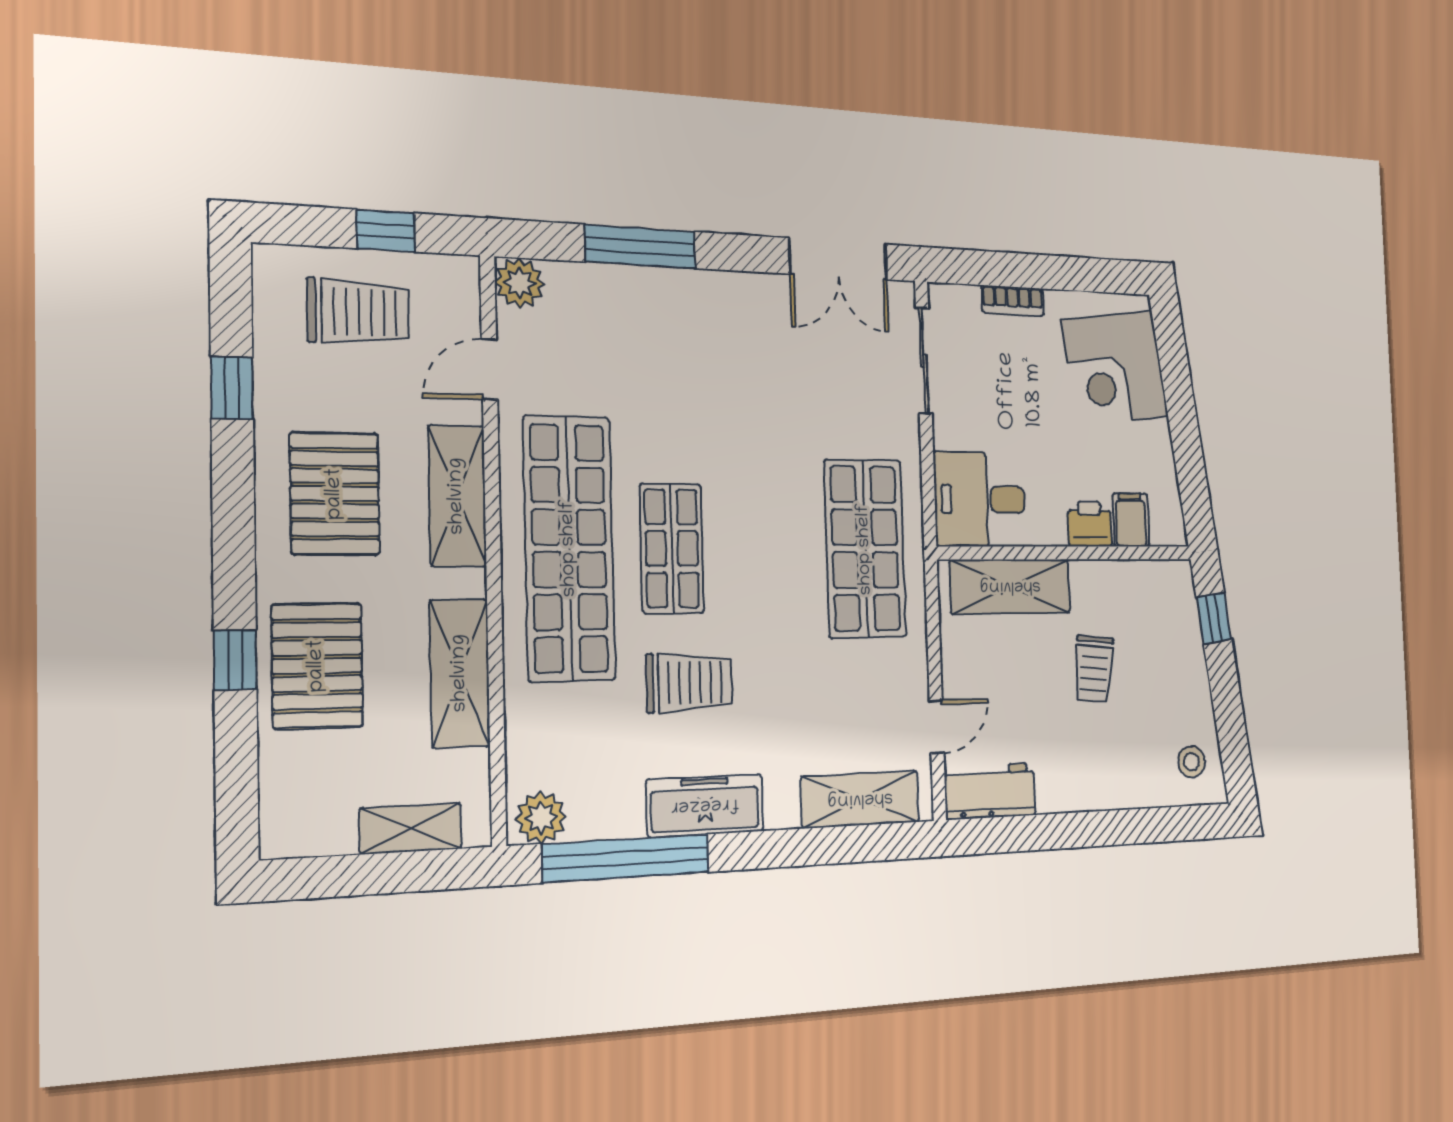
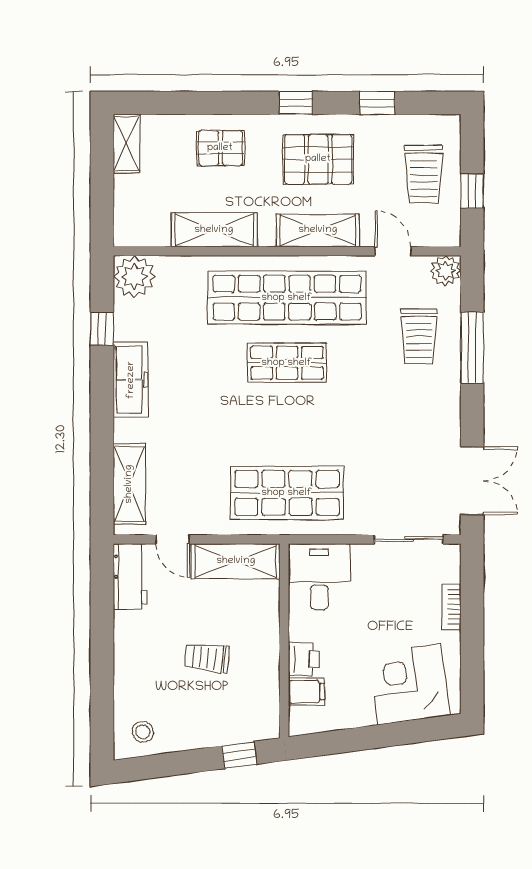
double door: (838, 259) -> (472, 481), swing flipped
shelving: (1010, 586) -> (236, 561), moved, turned 90
window: (235, 660) -> (296, 103), moved
pallet: (317, 666) -> (220, 148), width x0.67, depth x0.71
trolley: (689, 682) -> (419, 336), moved
plant: (541, 818) -> (134, 277), width x1.36, depth x1.36
shelving: (411, 828) -> (126, 143), moved
window: (626, 858) -> (102, 329), width x0.32

